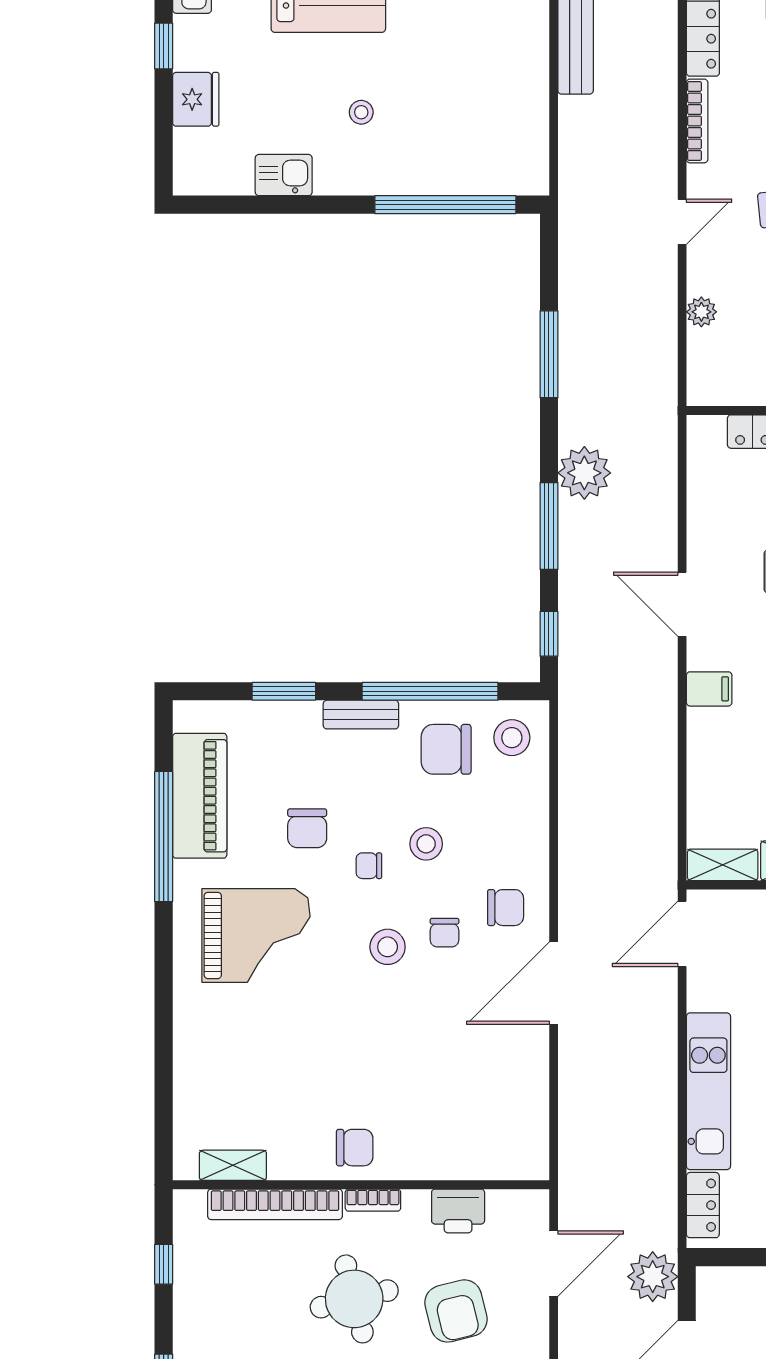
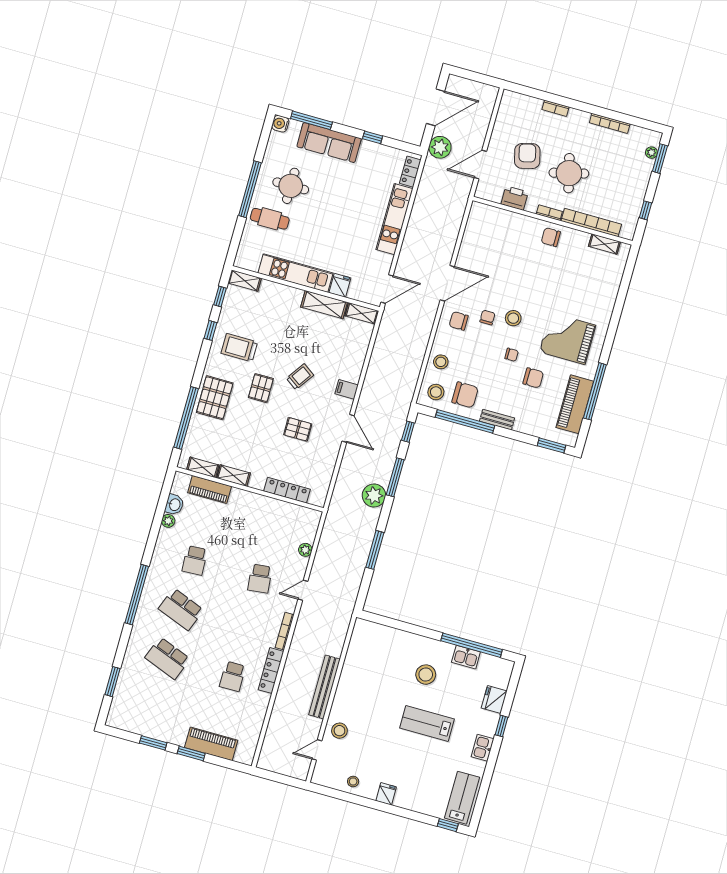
stool: (361, 112) -> (426, 675), width x1.89, depth x1.89
window: (445, 205) -> (472, 645), moved
window: (284, 691) -> (551, 445), moved
chair: (307, 828) -> (533, 378), turned 90
stool: (426, 844) -> (441, 362), moved

